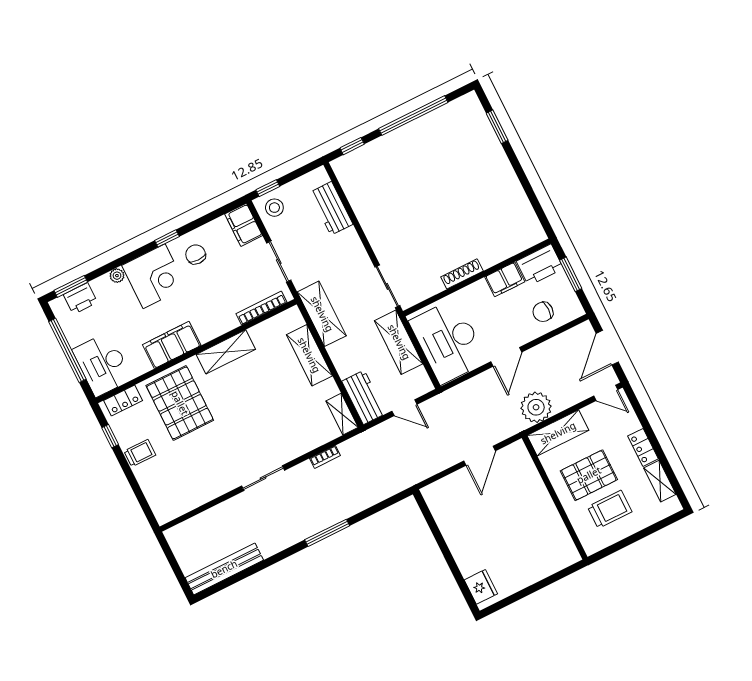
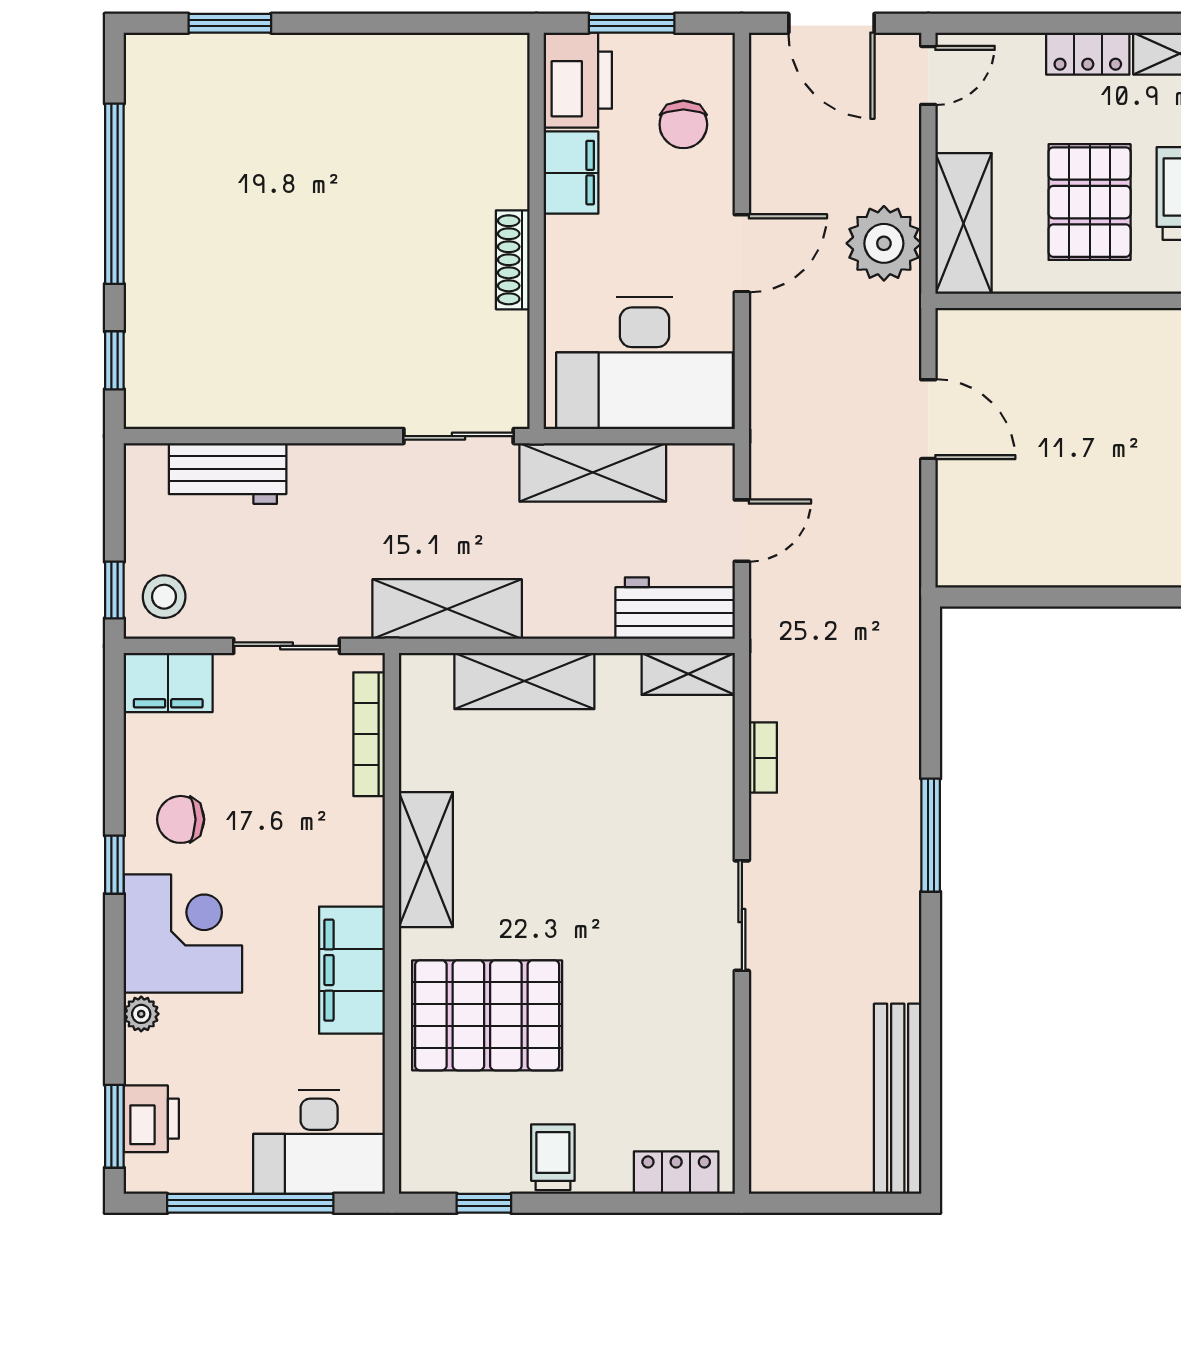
door: (506, 357) -> (742, 253), hinge flipped
locker: (123, 401) -> (676, 1173), moved, turned -90

